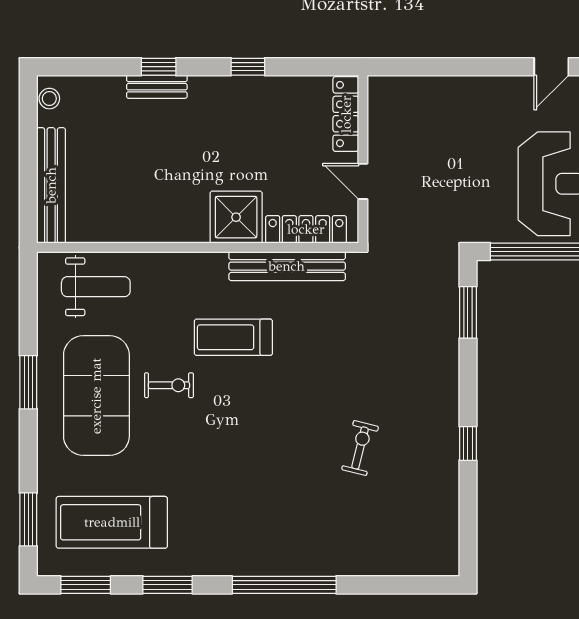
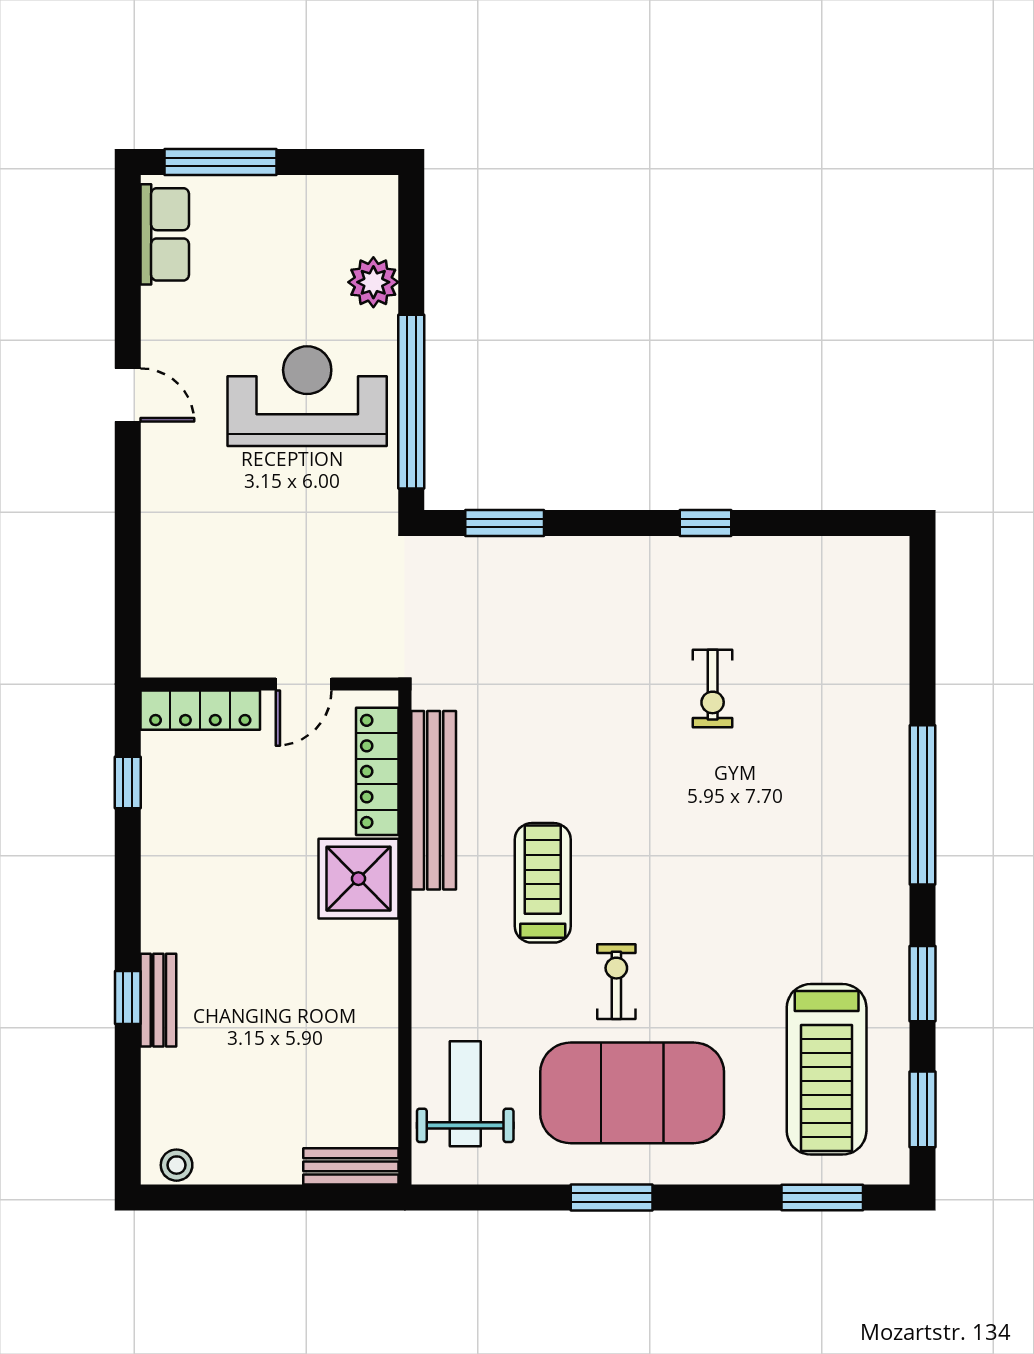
window: (248, 67) -> (128, 782), moved
bench: (51, 185) -> (351, 1166), width x0.54, depth x0.82
treadmill: (233, 337) -> (543, 883), turned 180
exercise bike: (360, 448) -> (713, 688), turned -104

